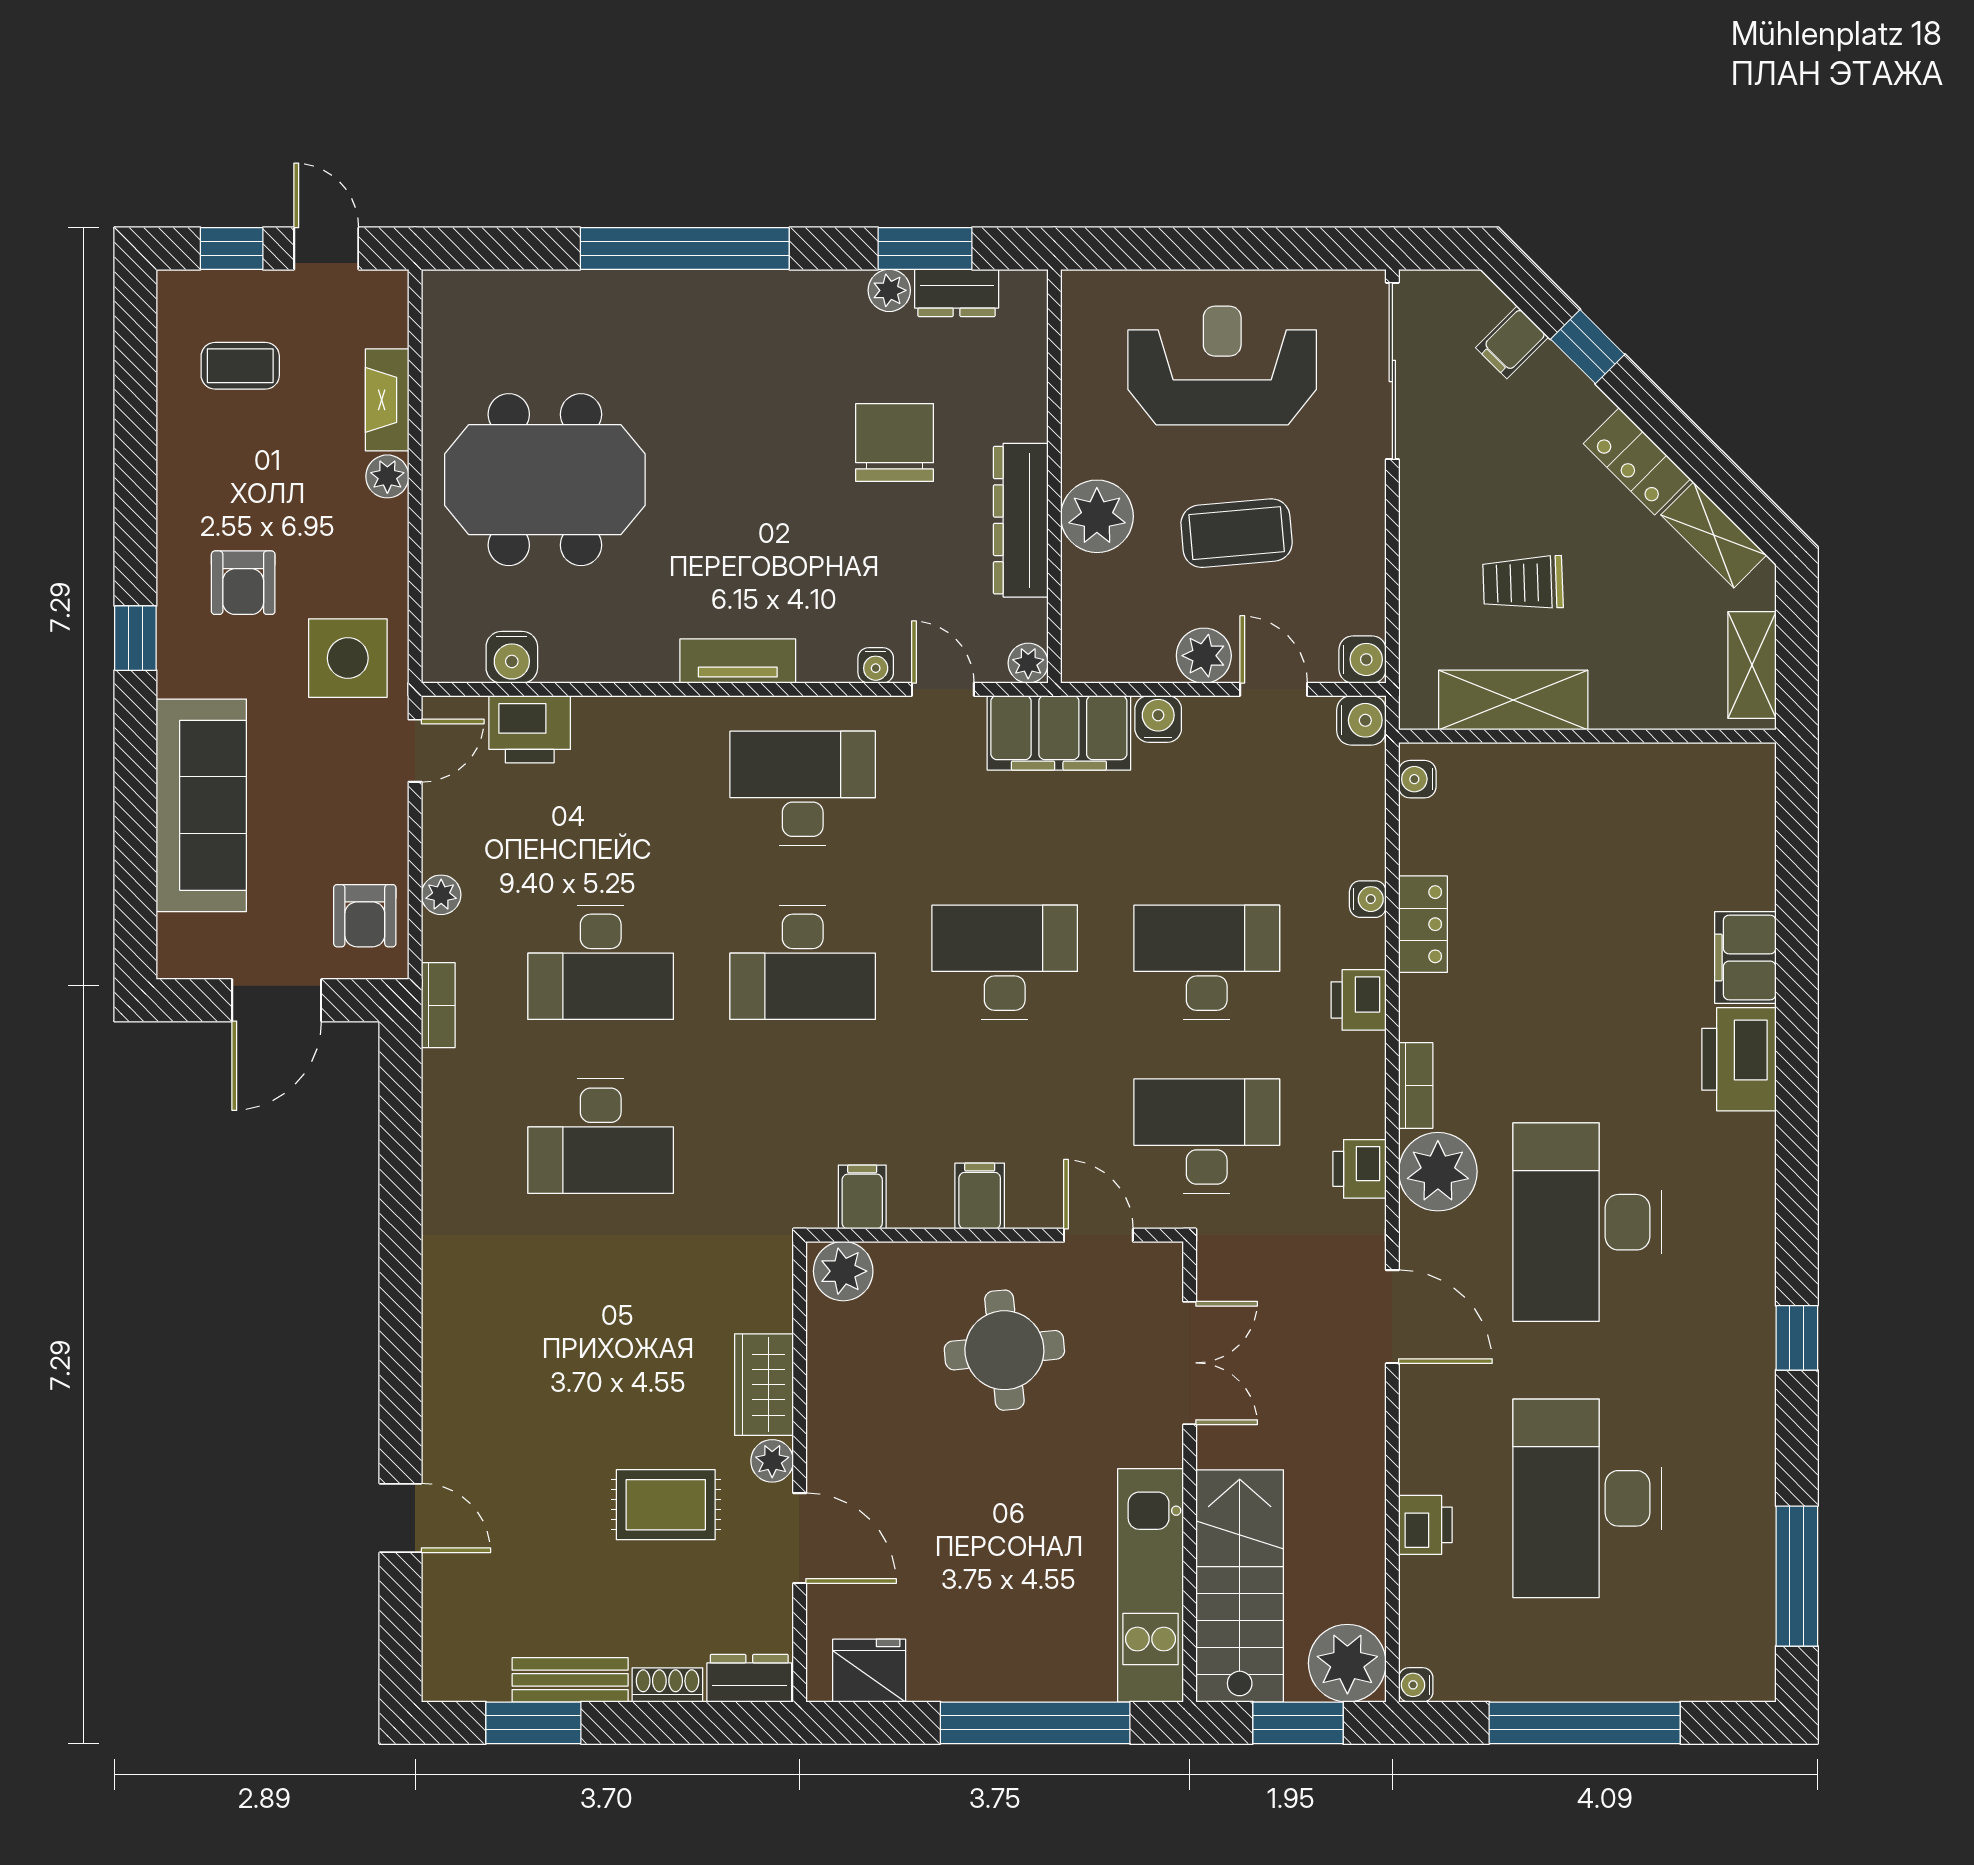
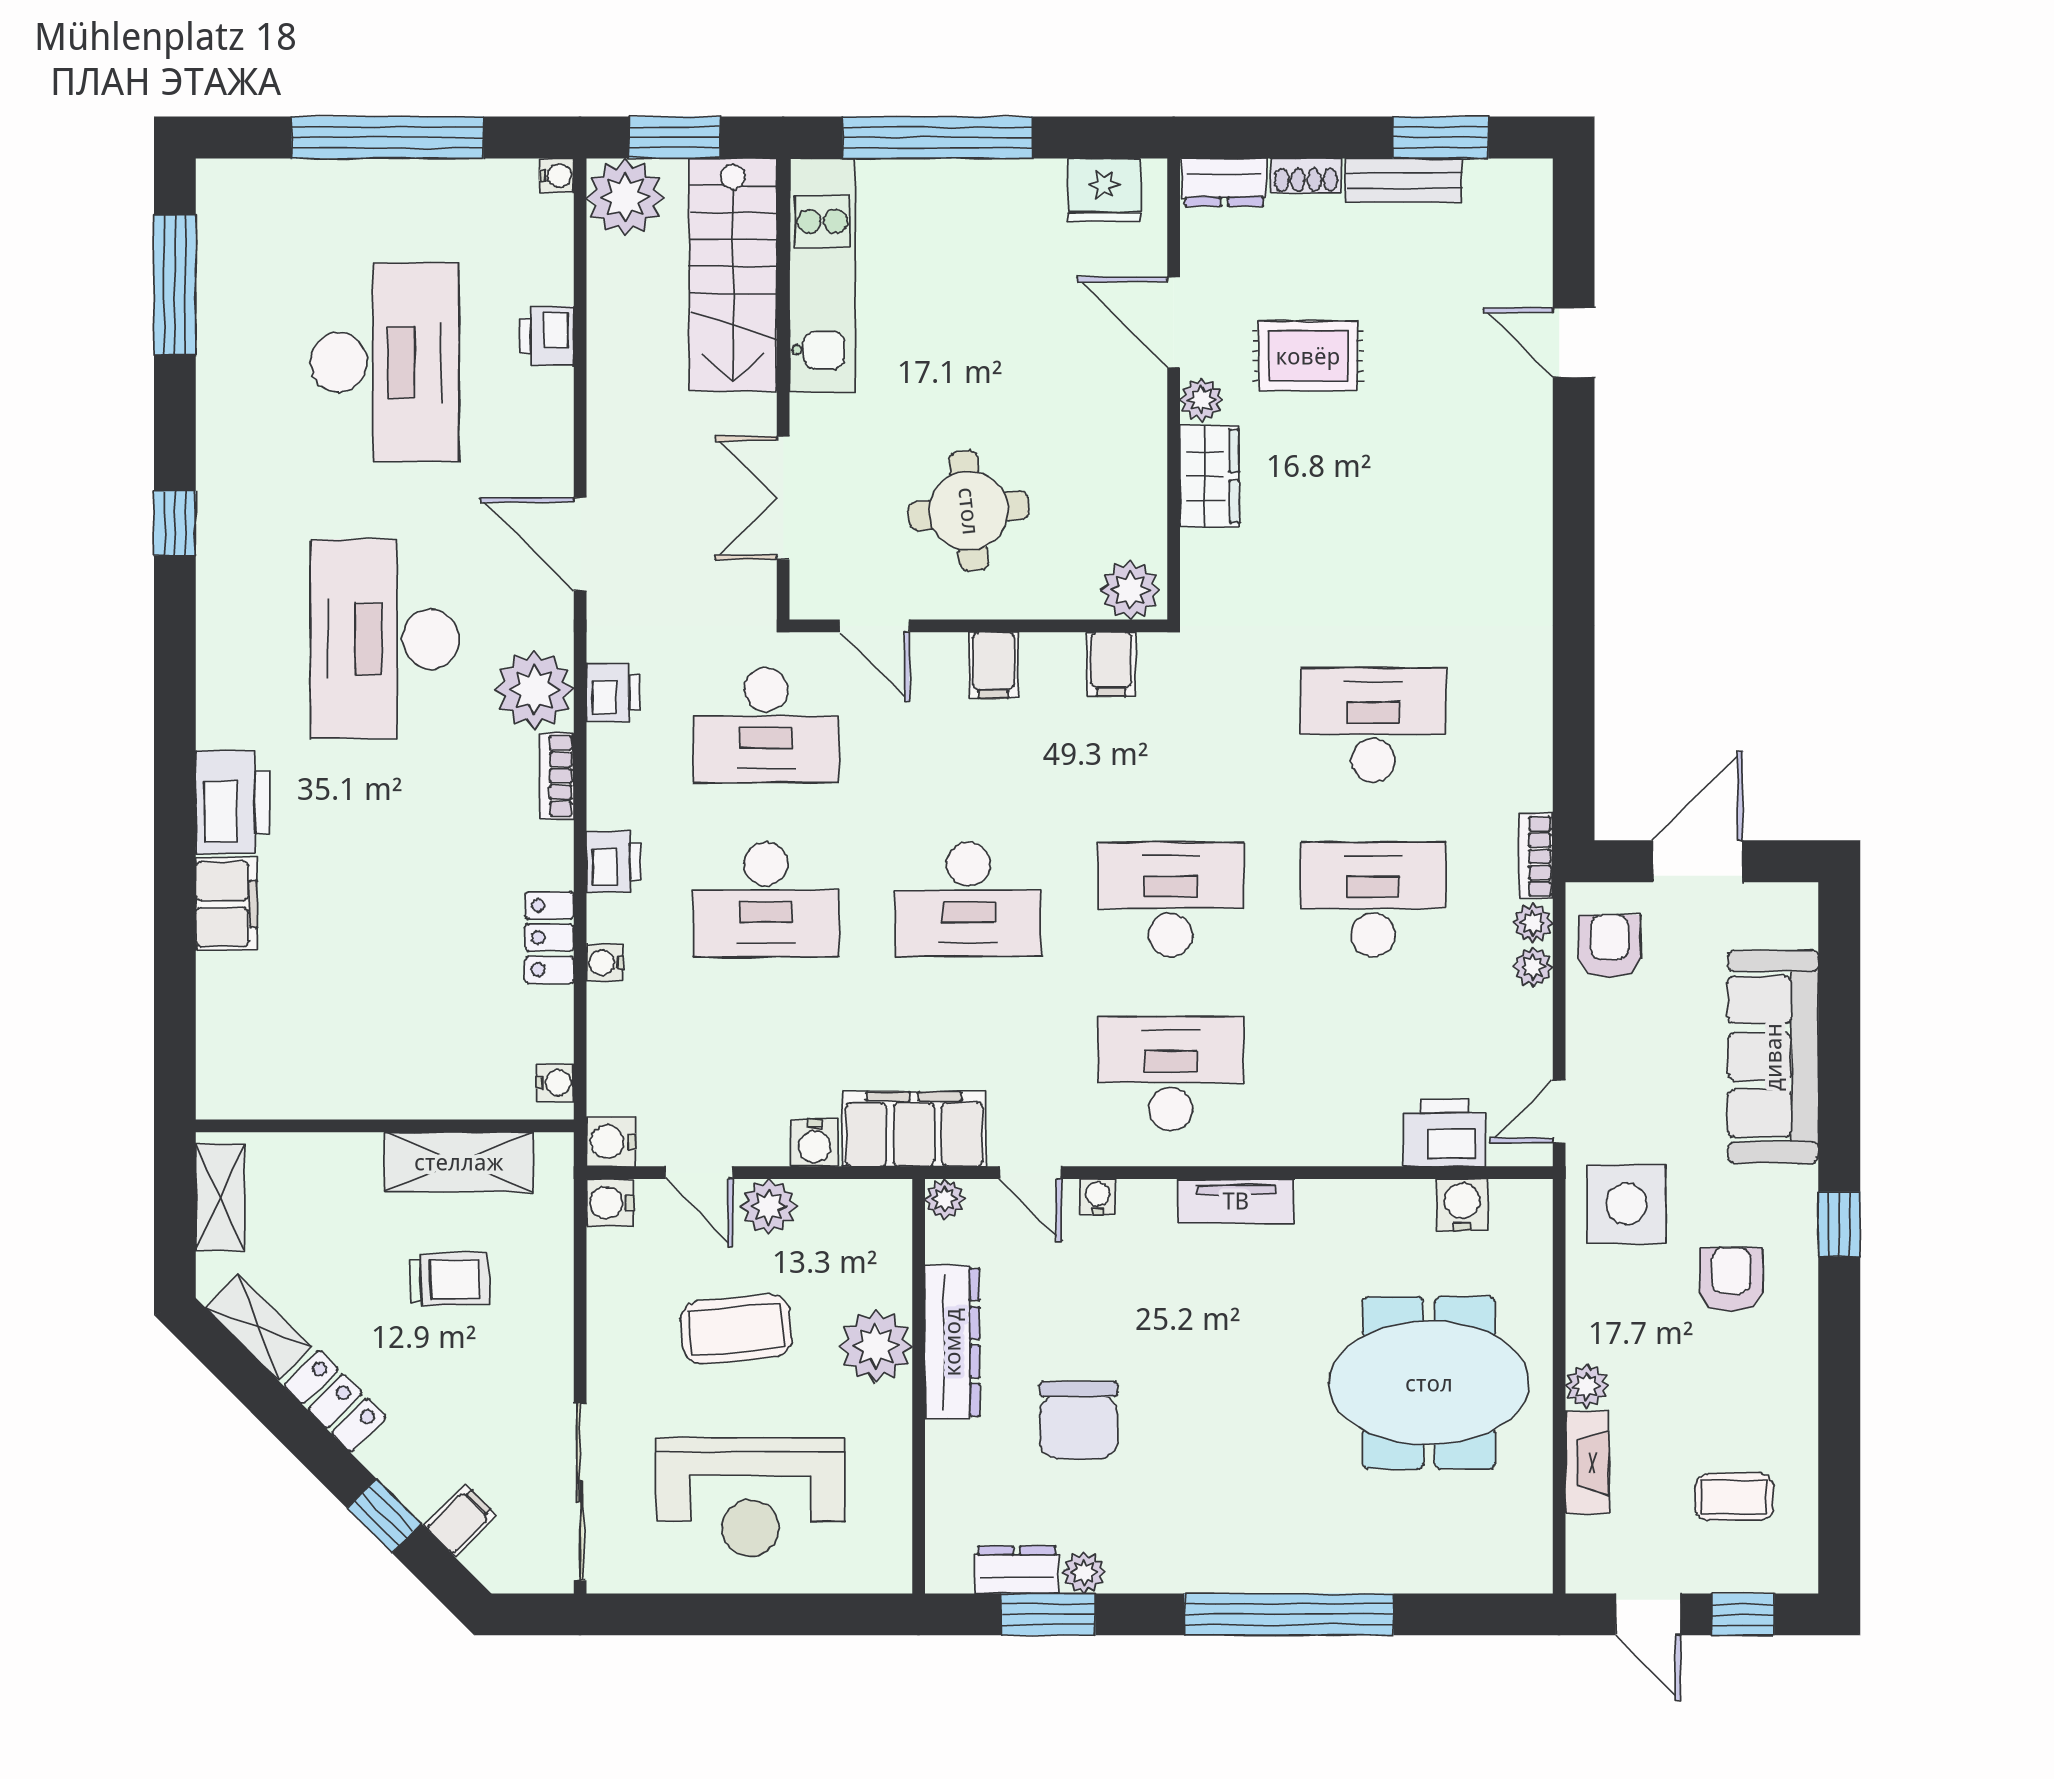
desk: (803, 788) -> (1171, 1074), turned 180
plant: (441, 939) -> (1533, 923), added
desk: (1587, 1222) -> (385, 639), turned 180

